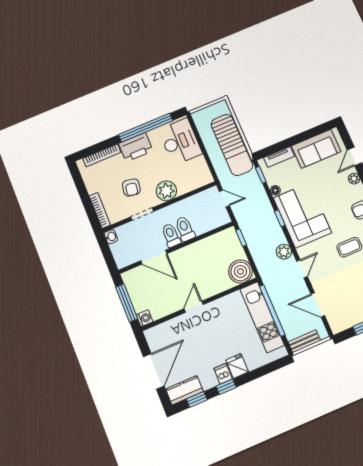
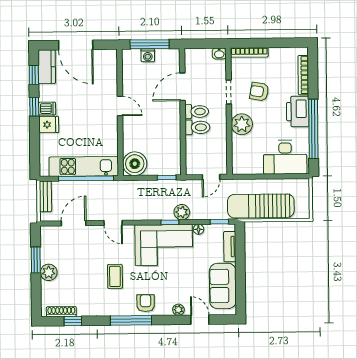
plant: (284, 252) -> (182, 212), moved
washing machine: (145, 318) -> (148, 55), moved

